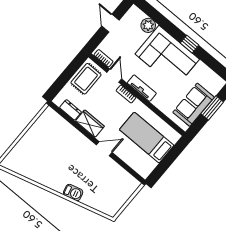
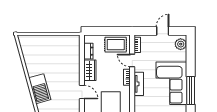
plant: (148, 25) -> (181, 44), moved
window: (190, 44) -> (191, 91), width x2.17
door: (114, 76) -> (132, 60), swing flipped
barbecue: (73, 192) -> (40, 89), width x1.88, depth x1.53

